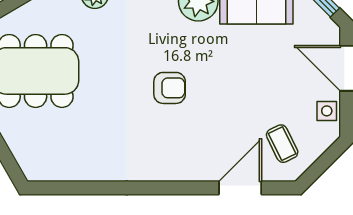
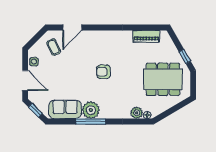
piano: (73, 168) -> (146, 36), added

